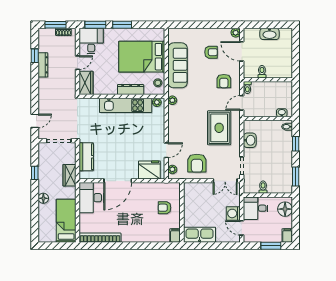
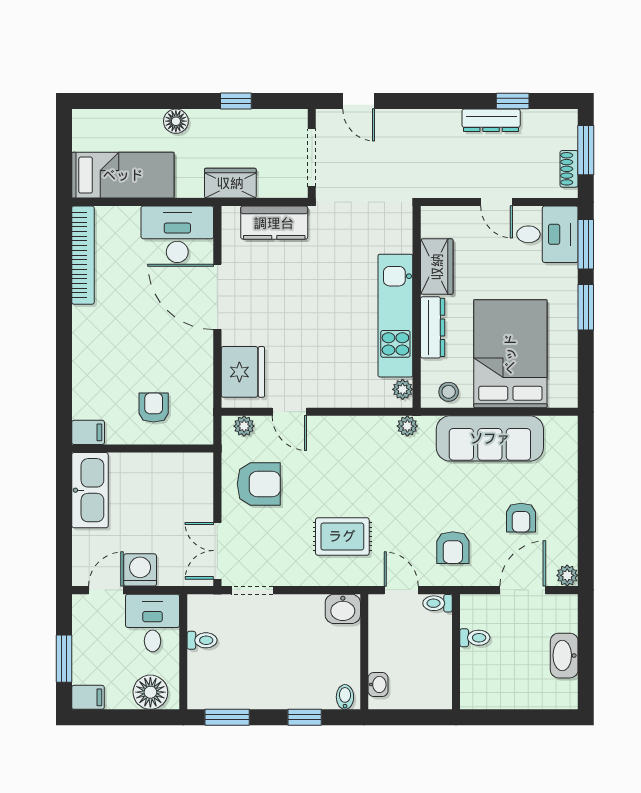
armchair: (224, 81) -> (453, 548), turned -90
wardrobe: (86, 83) -> (437, 267), moved, turned -90
rug: (219, 128) -> (342, 536), width x0.73, depth x0.70
washbasin: (250, 140) -> (343, 609), moved
armchair: (197, 163) -> (259, 484), turned 180

